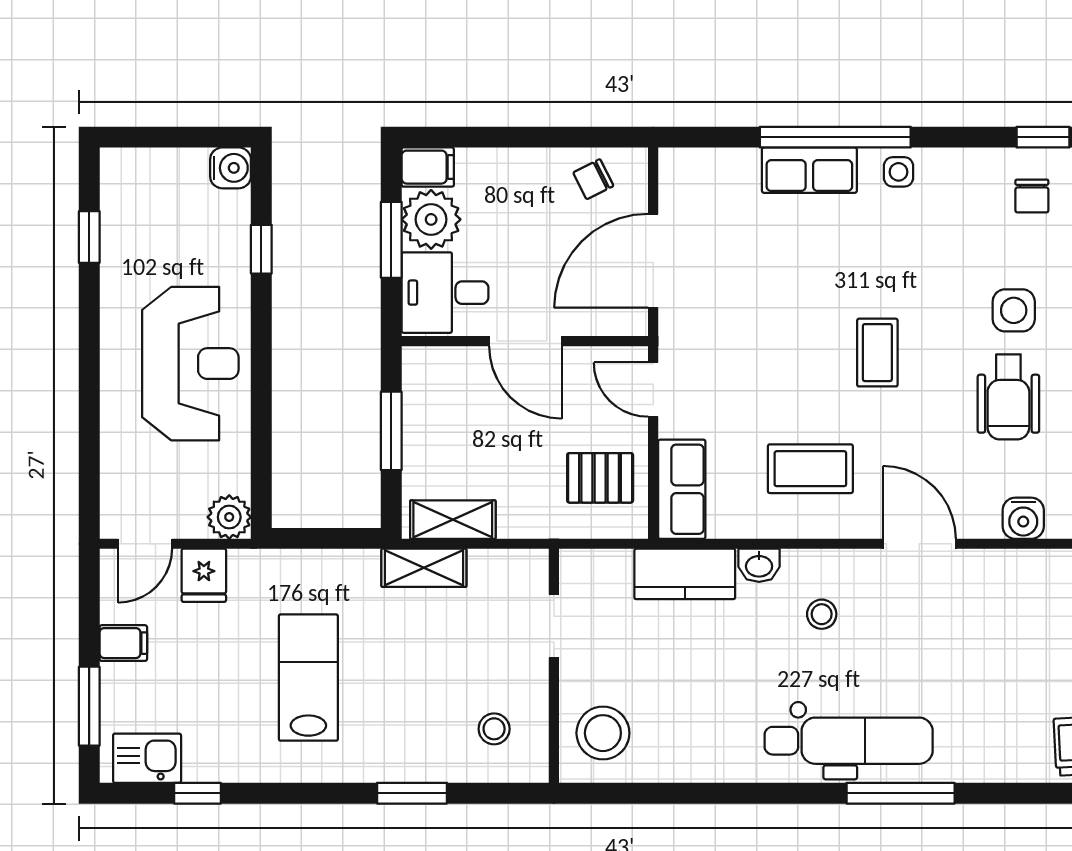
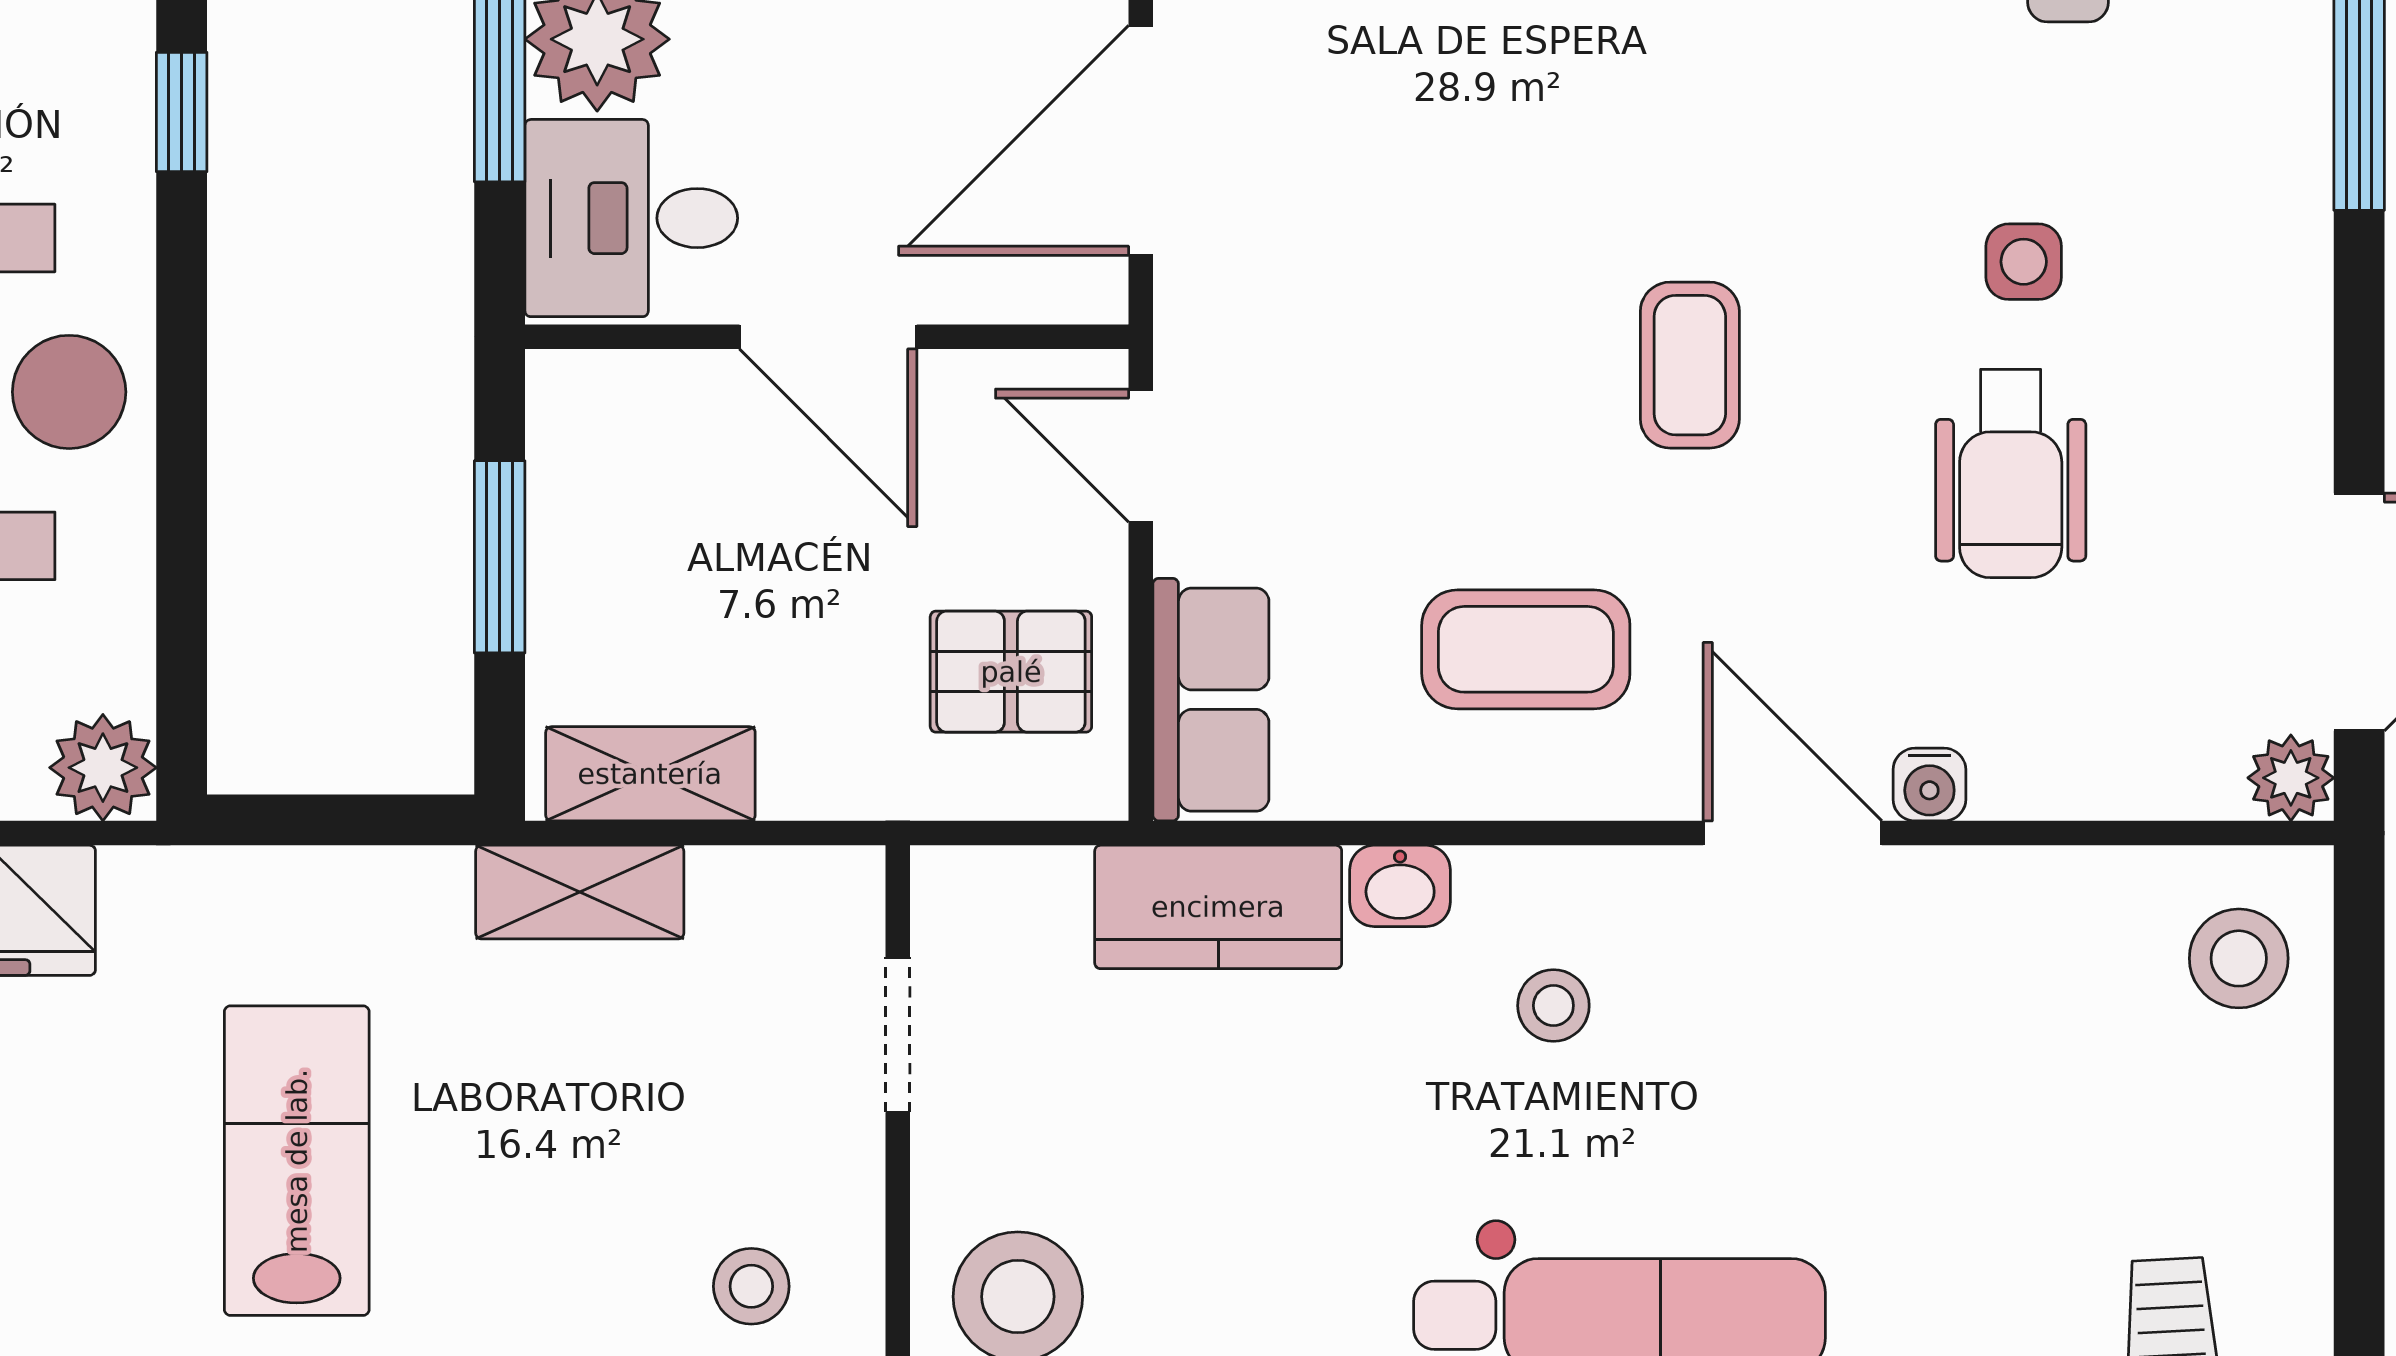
side table: (1014, 310) -> (2024, 262), width x0.73, depth x0.73
water cooler: (1023, 518) -> (1929, 785), moved, width x0.72, depth x0.72

